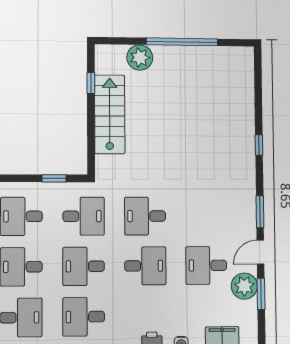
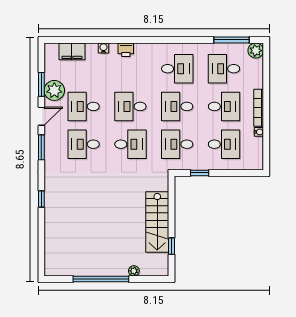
plant: (140, 58) -> (134, 271), width x0.53, depth x0.53
desk: (206, 216) -> (84, 144), added
desk: (206, 265) -> (84, 106), turned 180
desk: (84, 266) -> (177, 106), turned 180

